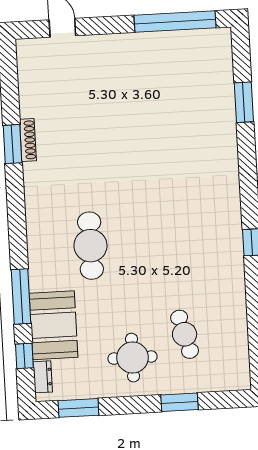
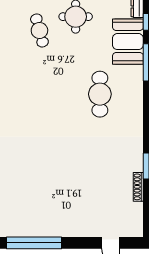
shoe rack: (28, 140) -> (138, 187), moved

